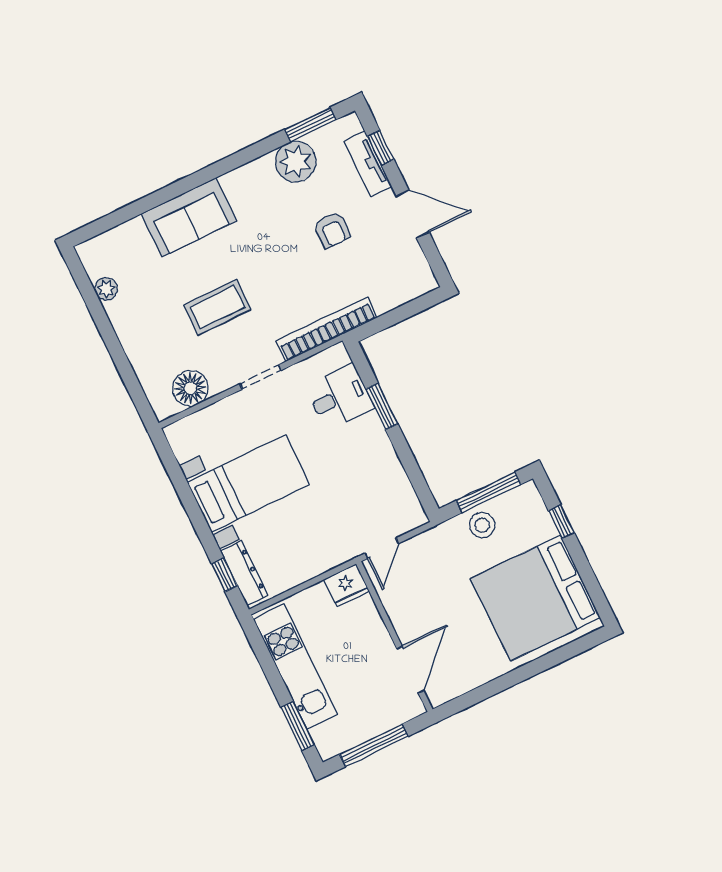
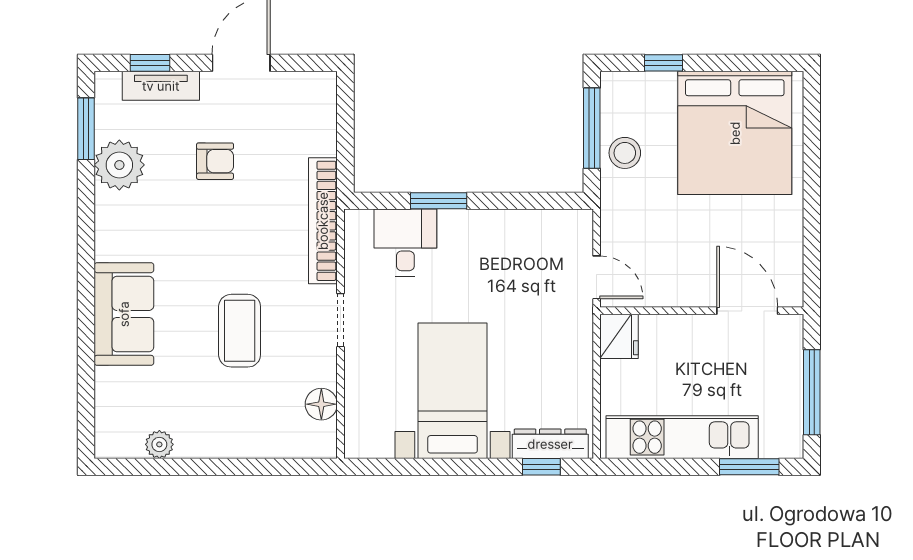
floor lamp: (190, 388) -> (321, 404), width x0.73, depth x0.73

